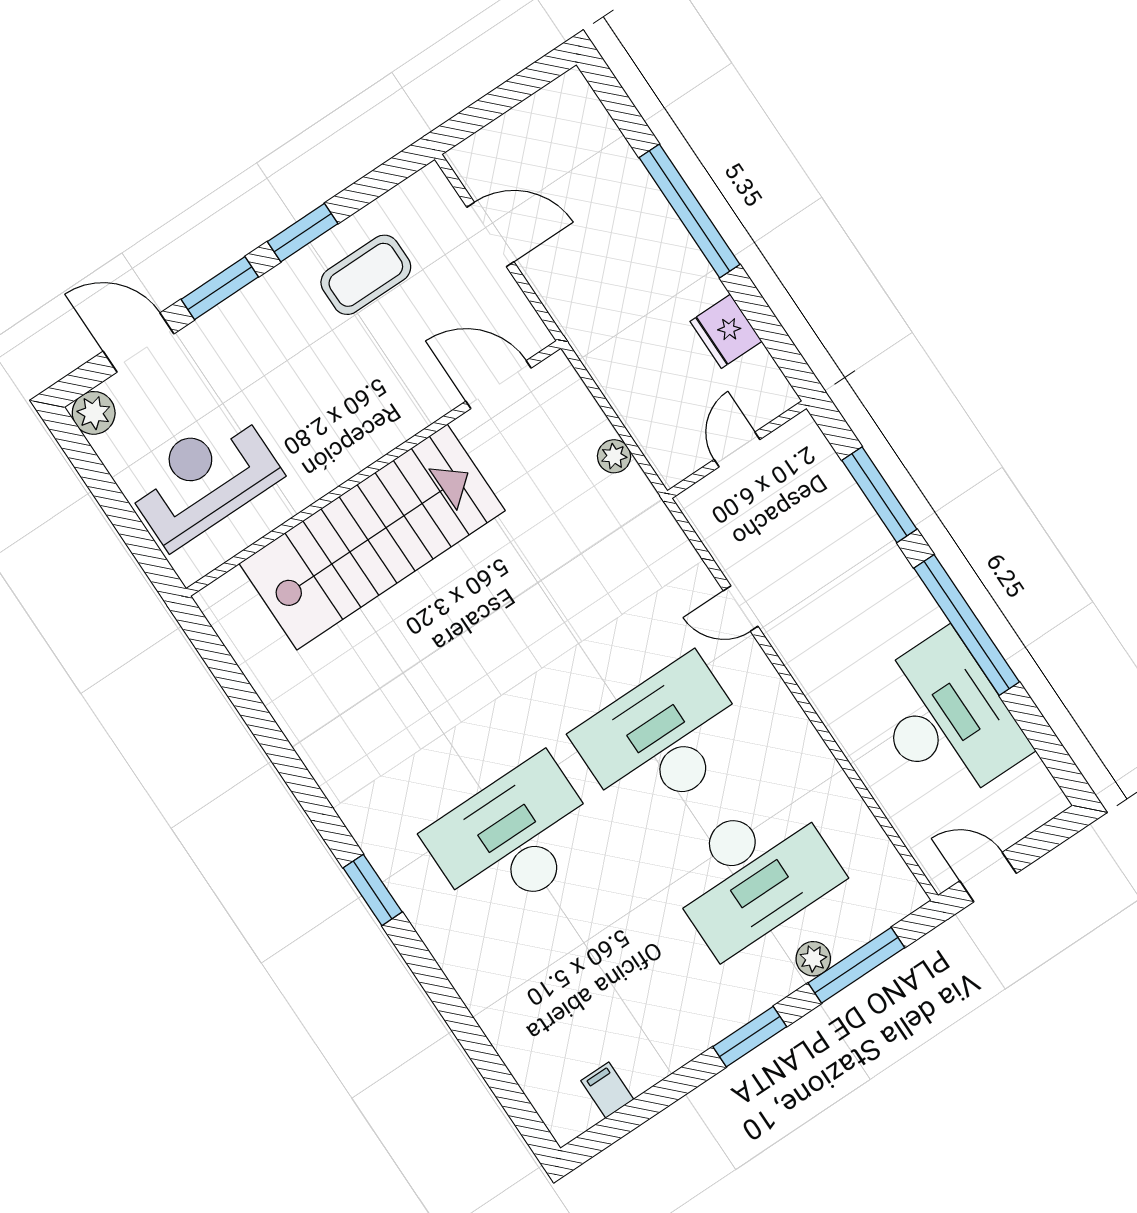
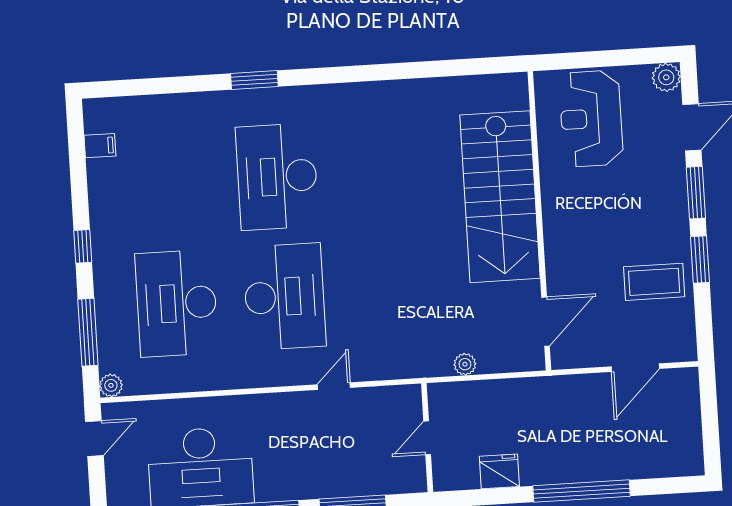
coffee table: (366, 275) -> (654, 282), turned 90
door: (737, 450) -> (427, 438), swing flipped
reception desk: (203, 479) -> (591, 119), turned 180
desk: (514, 839) -> (277, 177), turned 180
window: (373, 890) -> (254, 80), moved
plant: (813, 959) -> (111, 385), moved
window: (750, 1037) -> (83, 246), width x0.67

